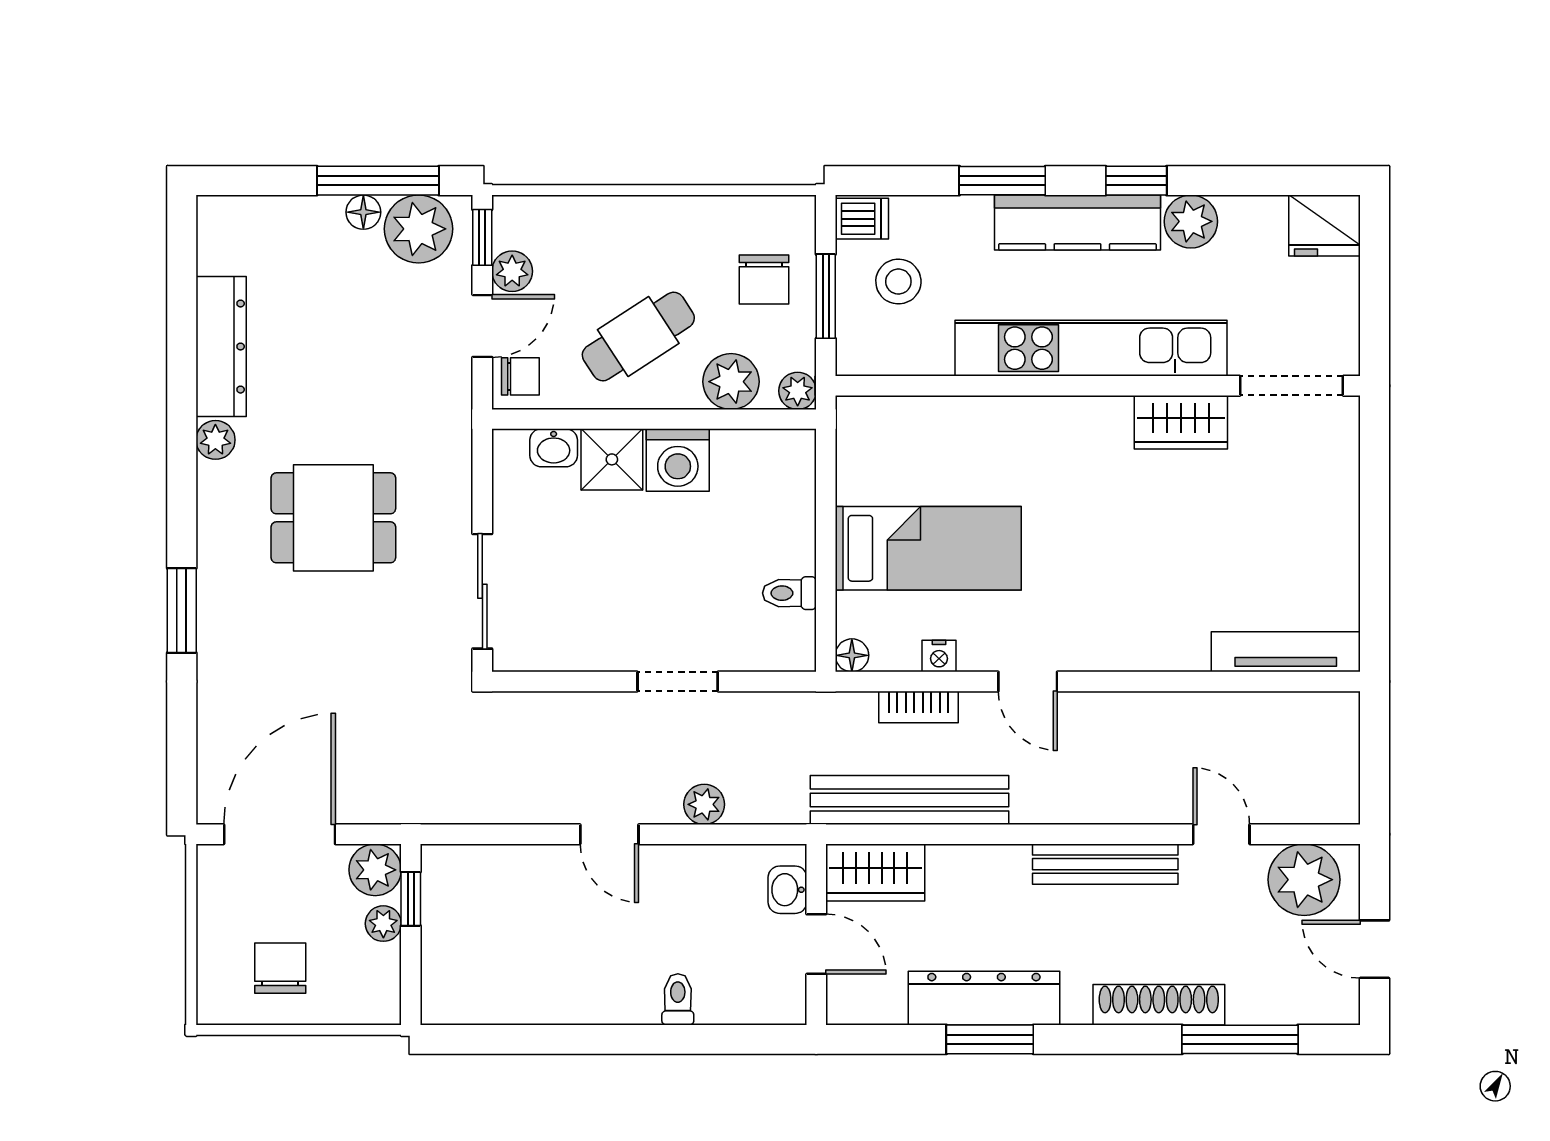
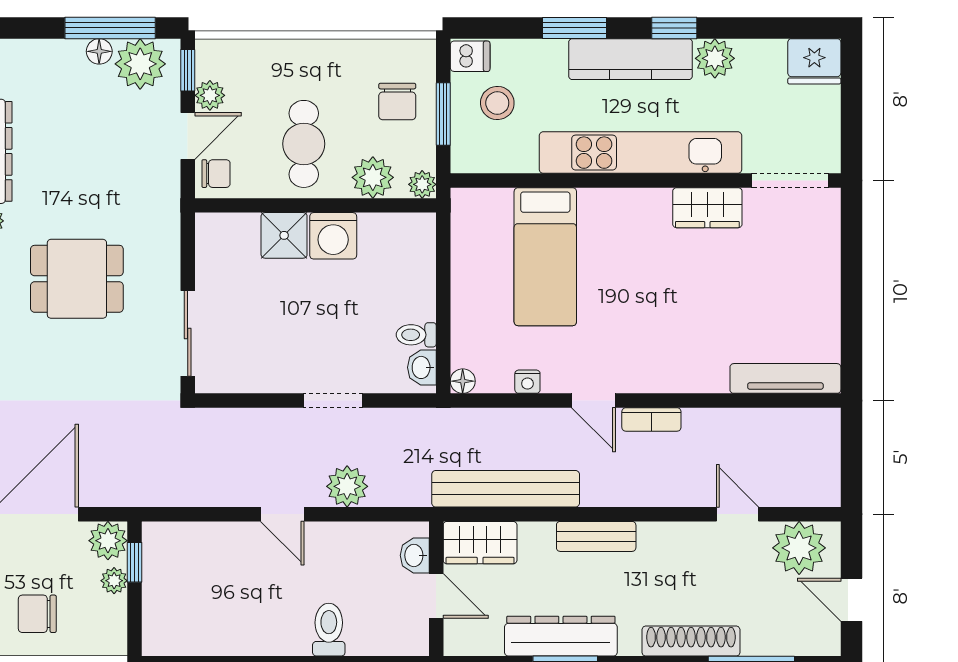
cafe table: (638, 337) -> (304, 144), turned -57
washbasin: (554, 448) -> (422, 367), moved, turned 90
bed: (928, 548) -> (545, 257), moved, turned 90
bookcase: (918, 707) -> (651, 419), moved
plant: (704, 804) -> (347, 486), width x1.38, depth x1.38
bench: (1105, 864) -> (596, 536), moved, width x0.73
chair: (280, 968) -> (37, 614), turned -90
toilet: (678, 999) -> (329, 630), width x1.37, depth x1.39

